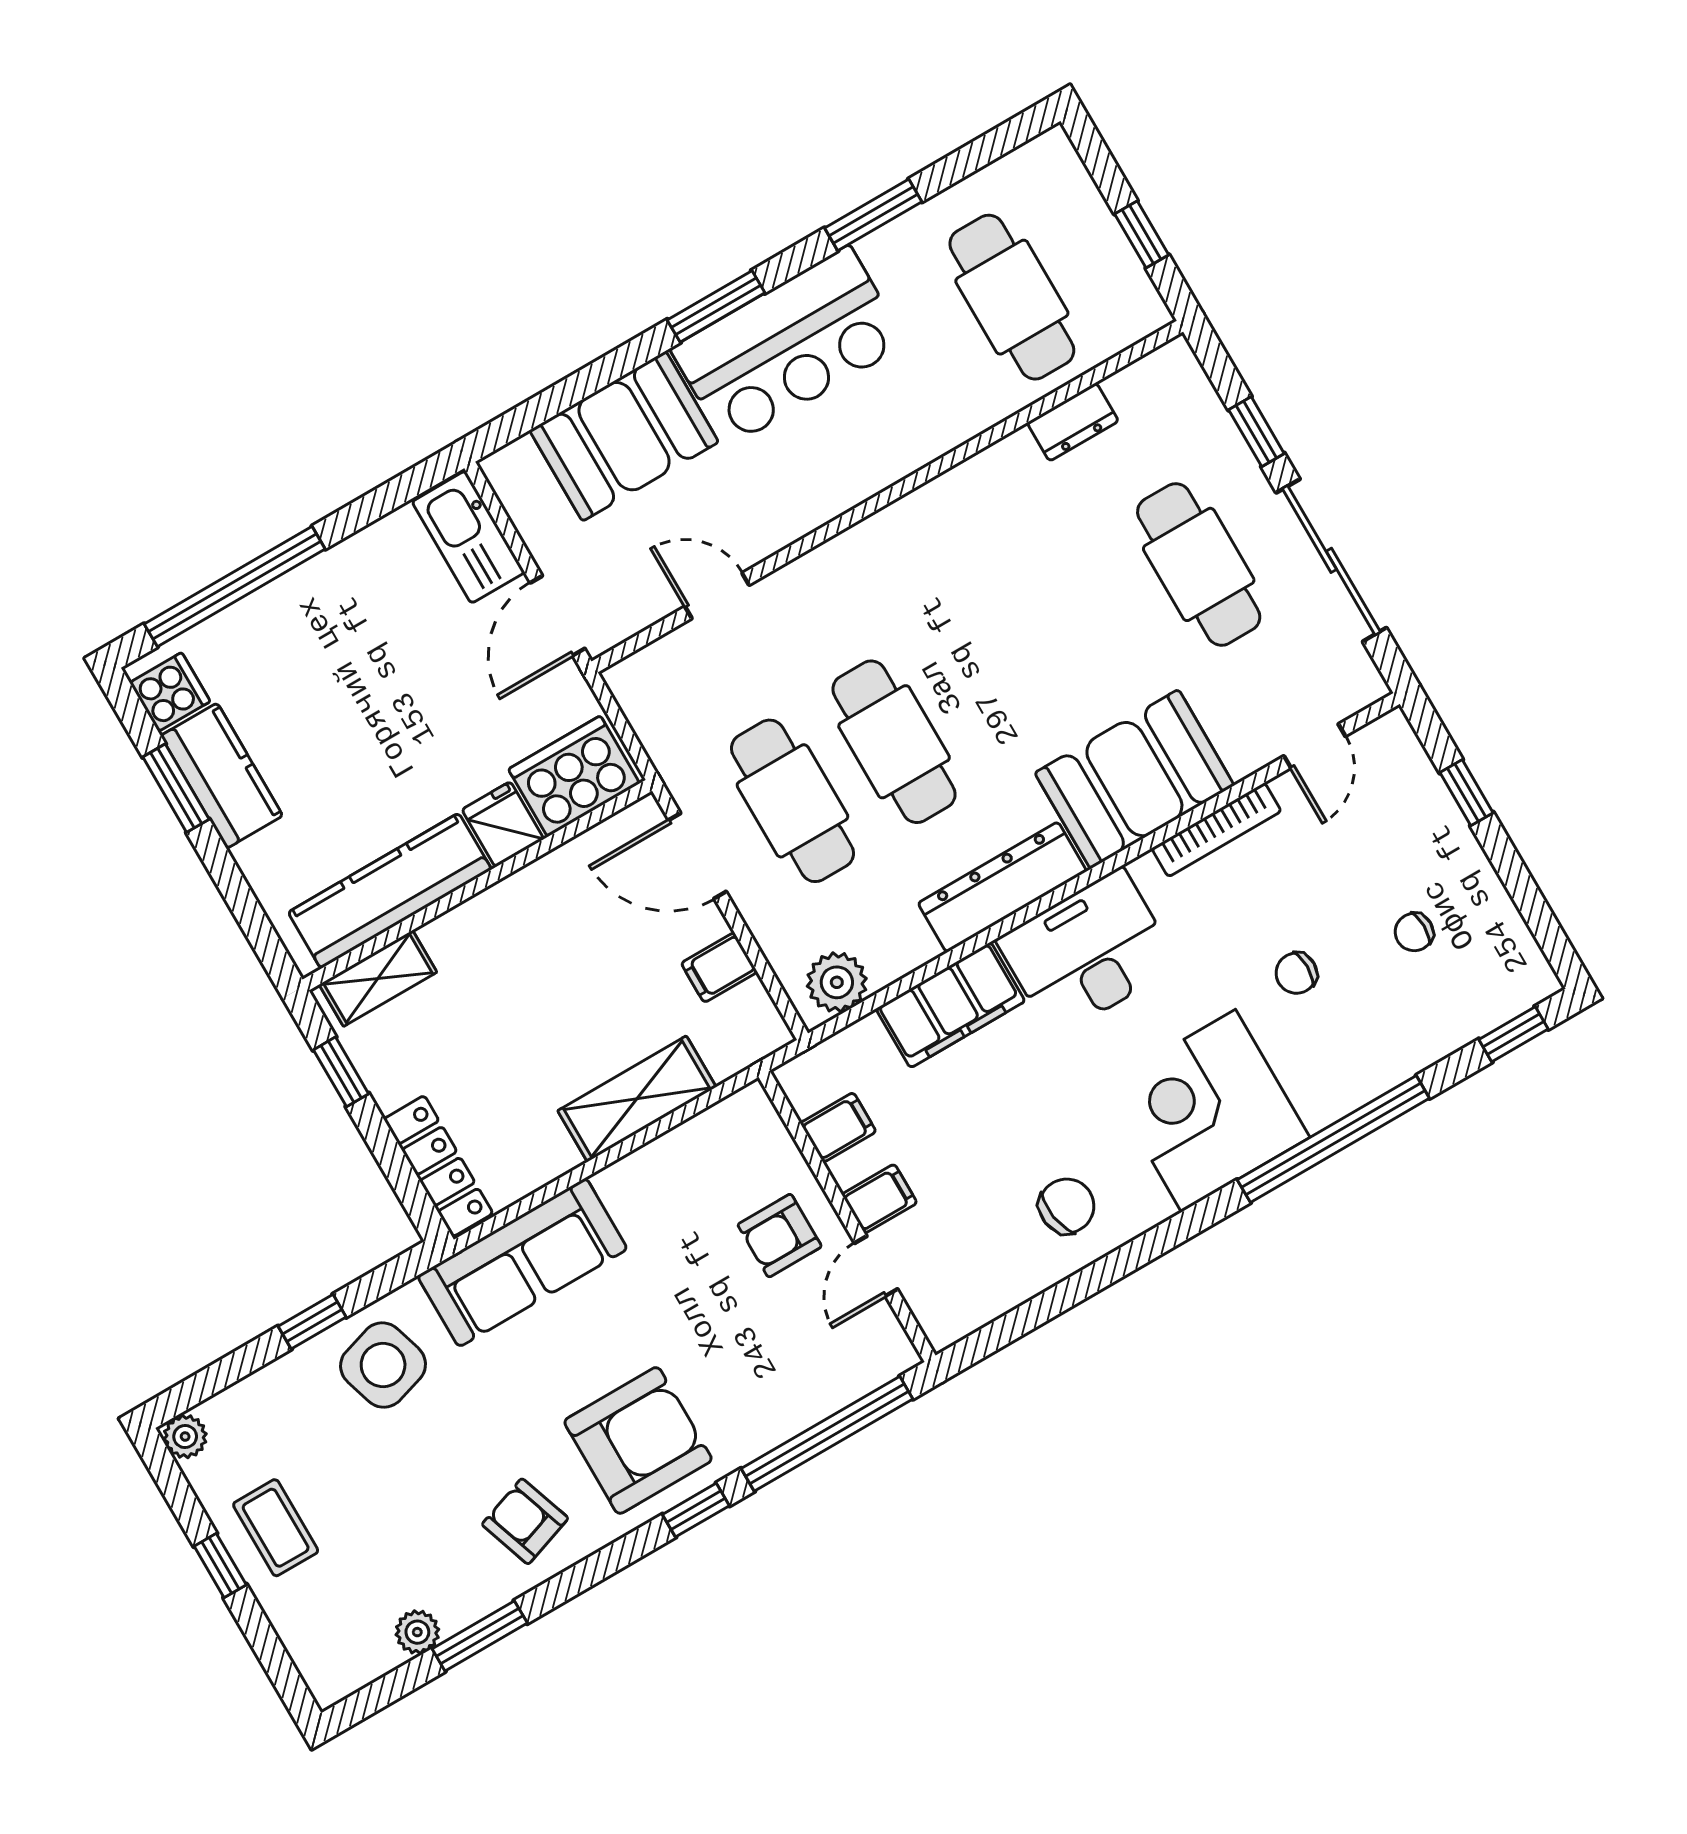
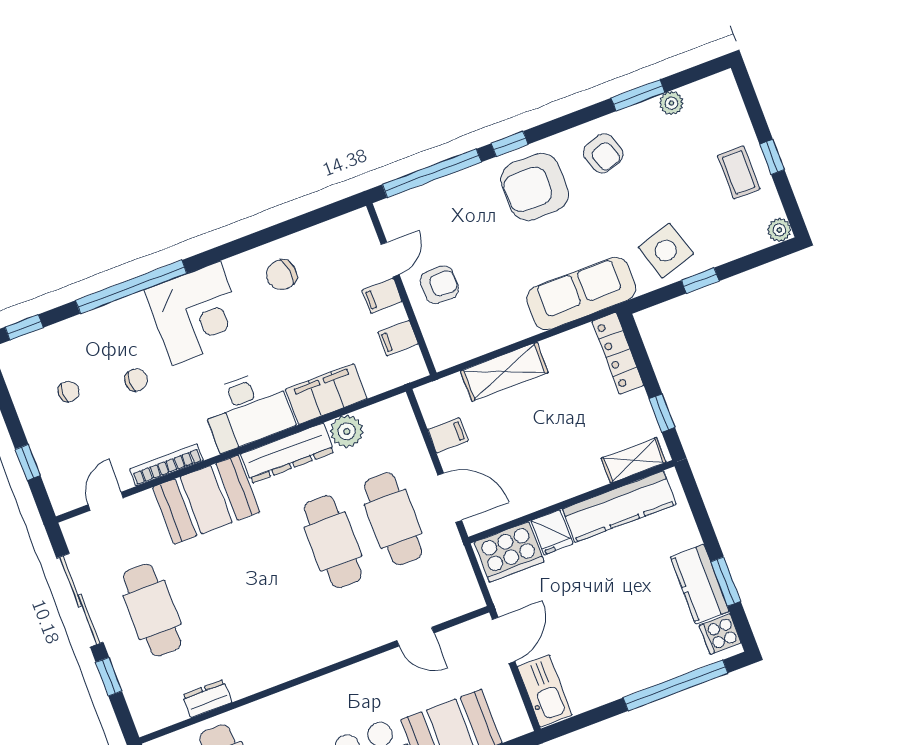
plant: (837, 982) -> (347, 431), moved

